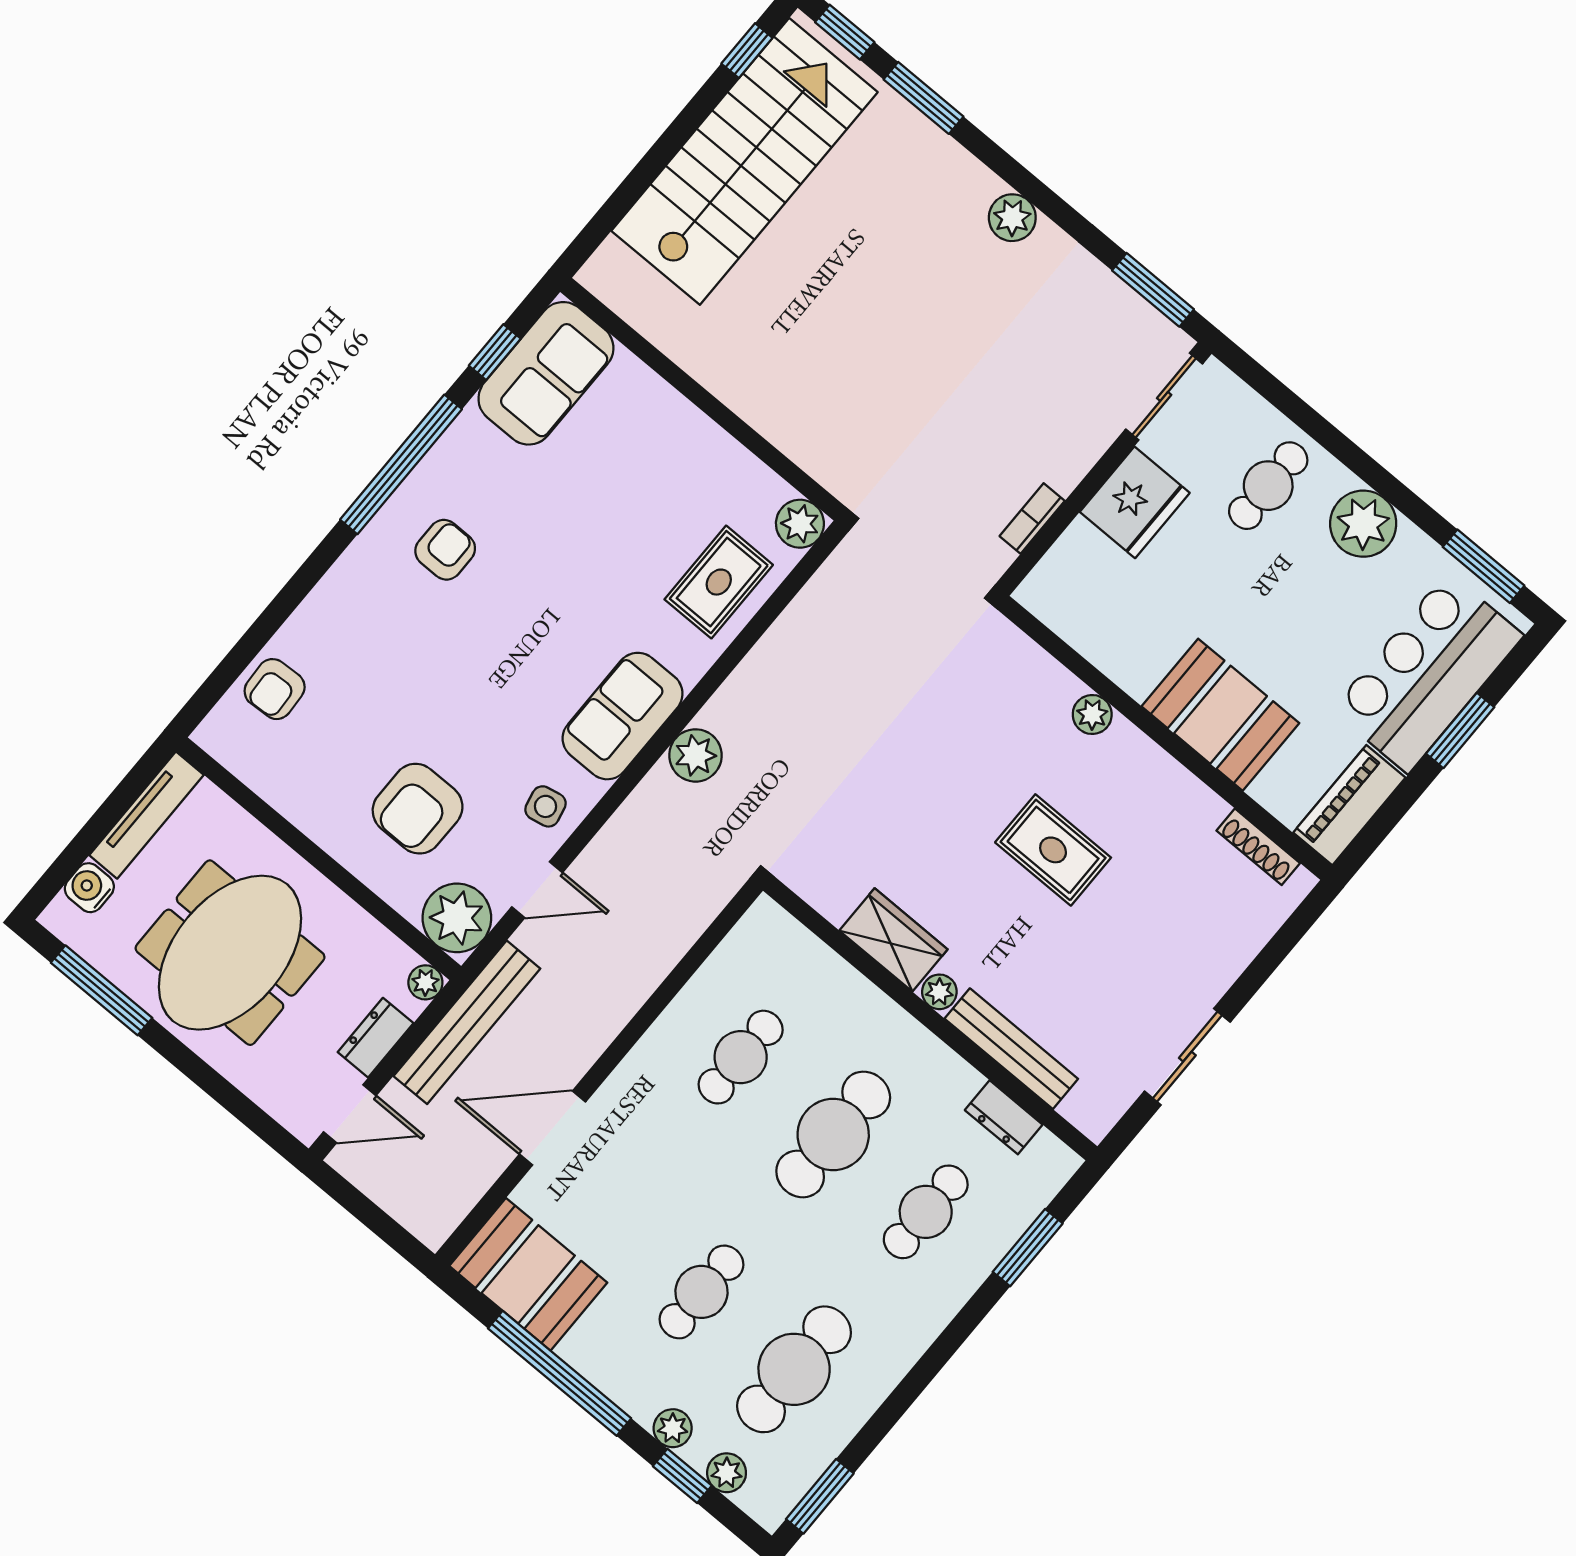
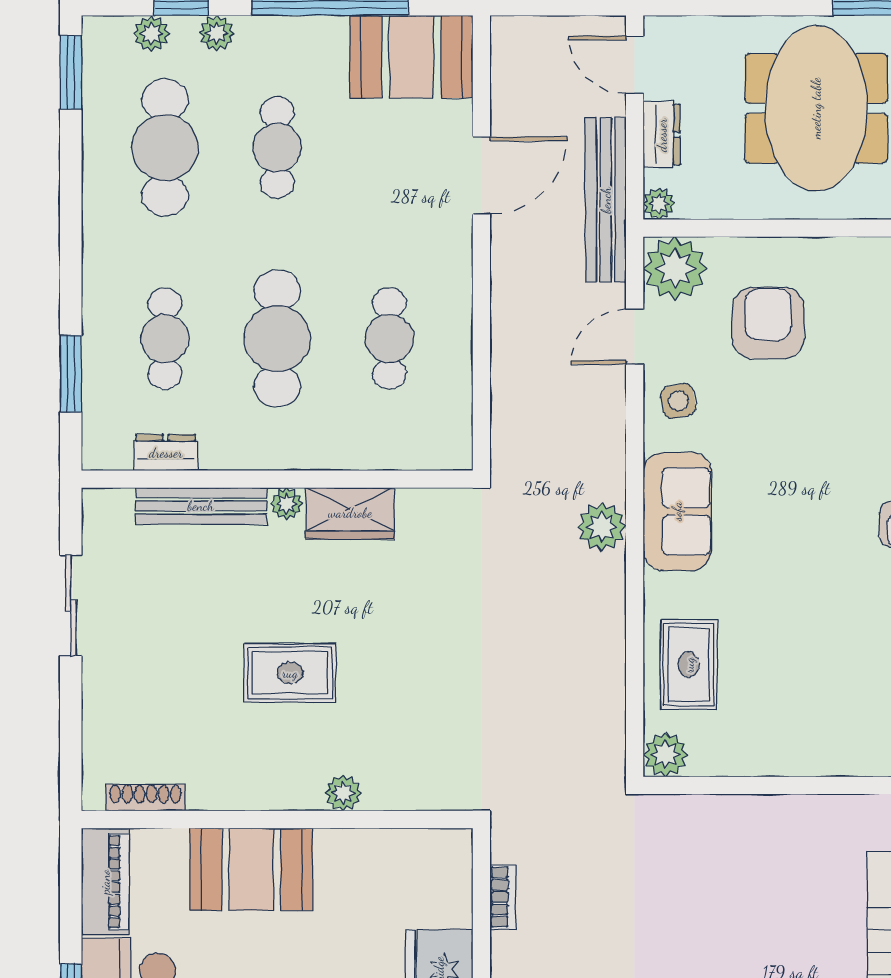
door: (350, 1114) -> (635, 65), hinge flipped

